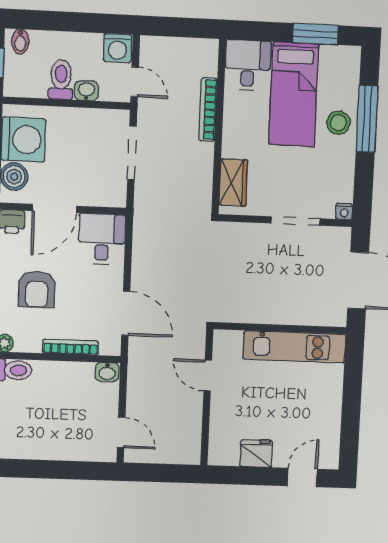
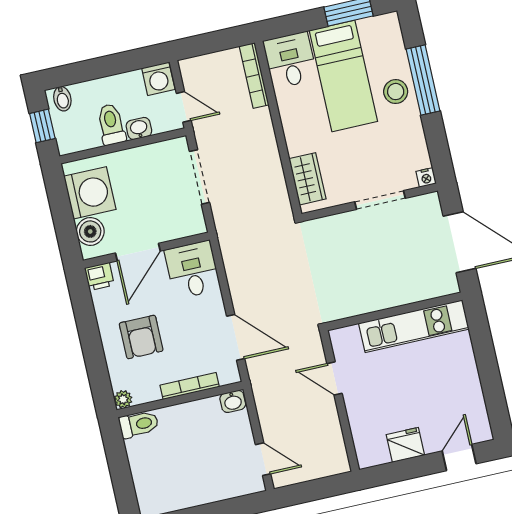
bookcase: (208, 110) -> (254, 75), moved

